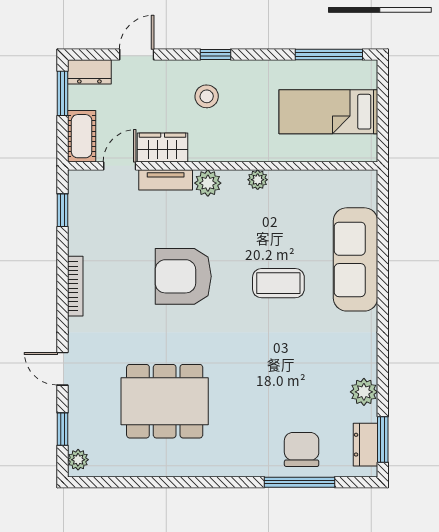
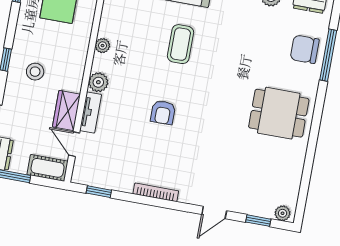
armchair: (183, 276) -> (163, 112), width x0.53, depth x0.53
dining table: (165, 401) -> (279, 113), moved, width x0.73

